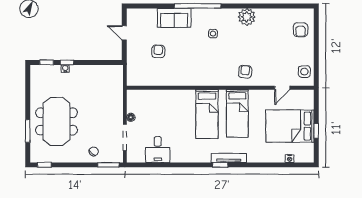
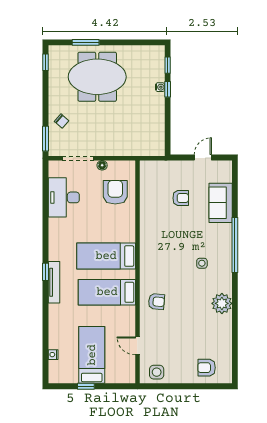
sofa: (174, 18) -> (221, 203), moved
armchair: (153, 106) -> (115, 192), added
bed: (290, 126) -> (92, 355), width x0.67
desk: (158, 150) -> (64, 197), width x1.37

